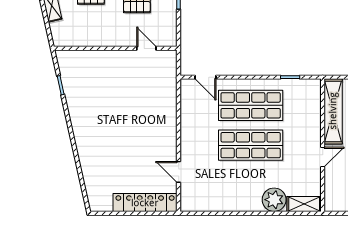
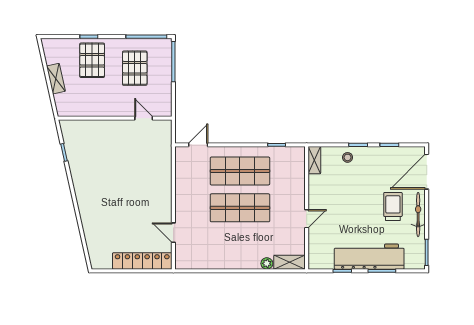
door: (205, 77) -> (198, 145), swing flipped
shelving: (333, 111) -> (314, 160), width x0.45, depth x0.75
plant: (274, 200) -> (267, 263), width x0.53, depth x0.53

